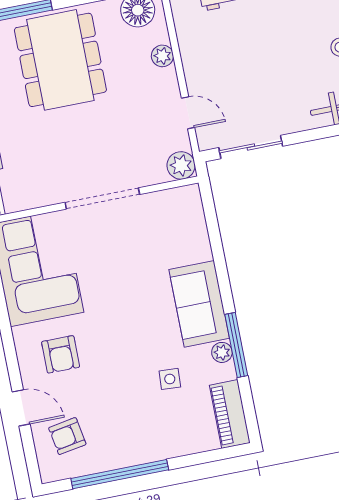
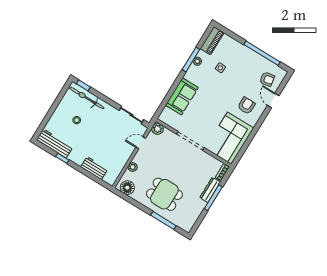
dining table: (60, 60) -> (164, 194), width x0.73
door: (188, 113) -> (141, 143), hinge flipped
sofa: (199, 304) -> (182, 96), moved

